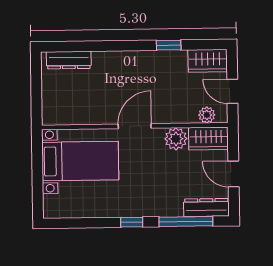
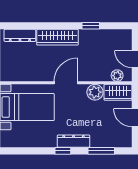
wardrobe: (208, 61) -> (57, 37), moved, width x1.50
dresser: (206, 207) -> (74, 141), moved
window: (186, 221) -> (101, 151), width x0.69

